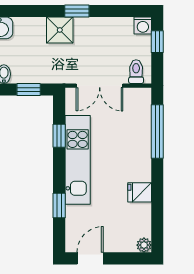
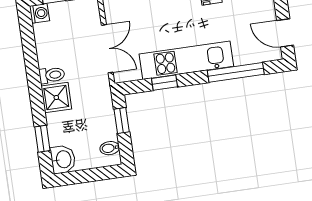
window: (77, 11) -> (42, 139), moved
toilet: (136, 72) -> (52, 75), moved, turned 180
window: (59, 205) -> (236, 72), width x2.17

